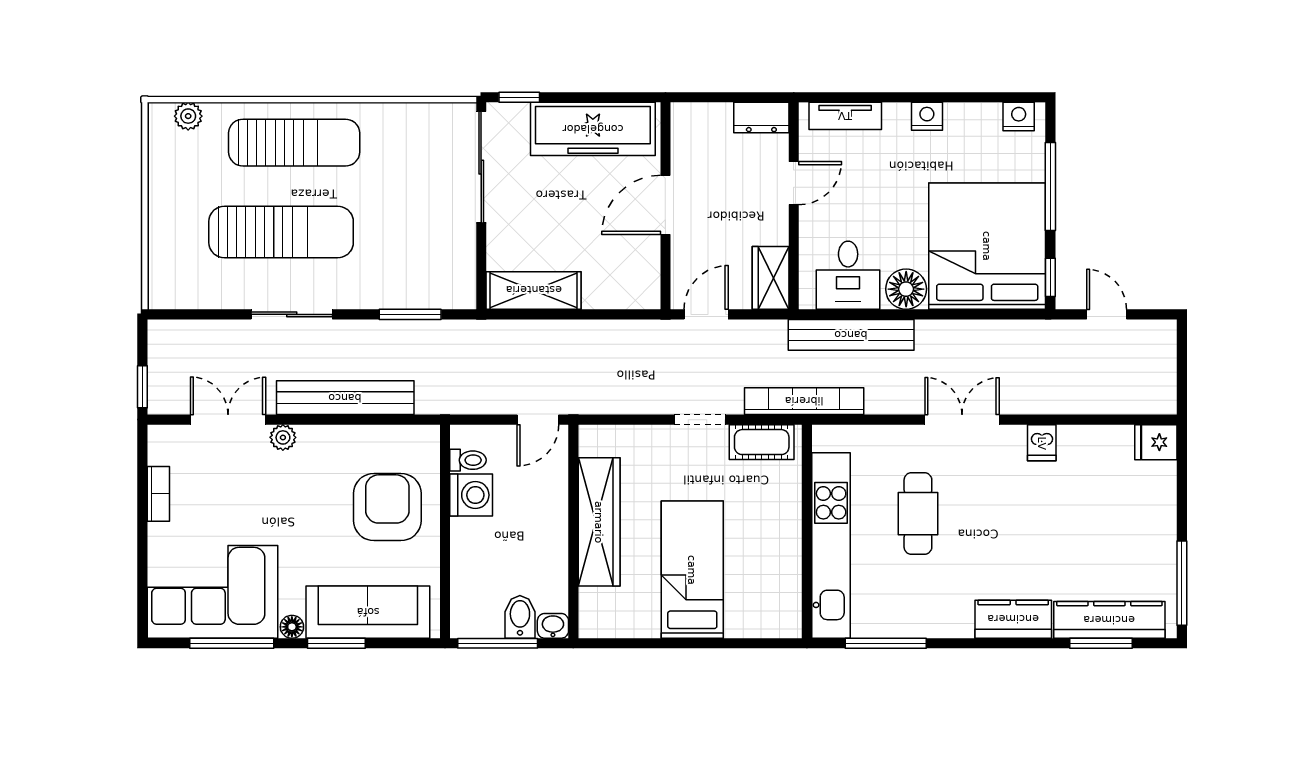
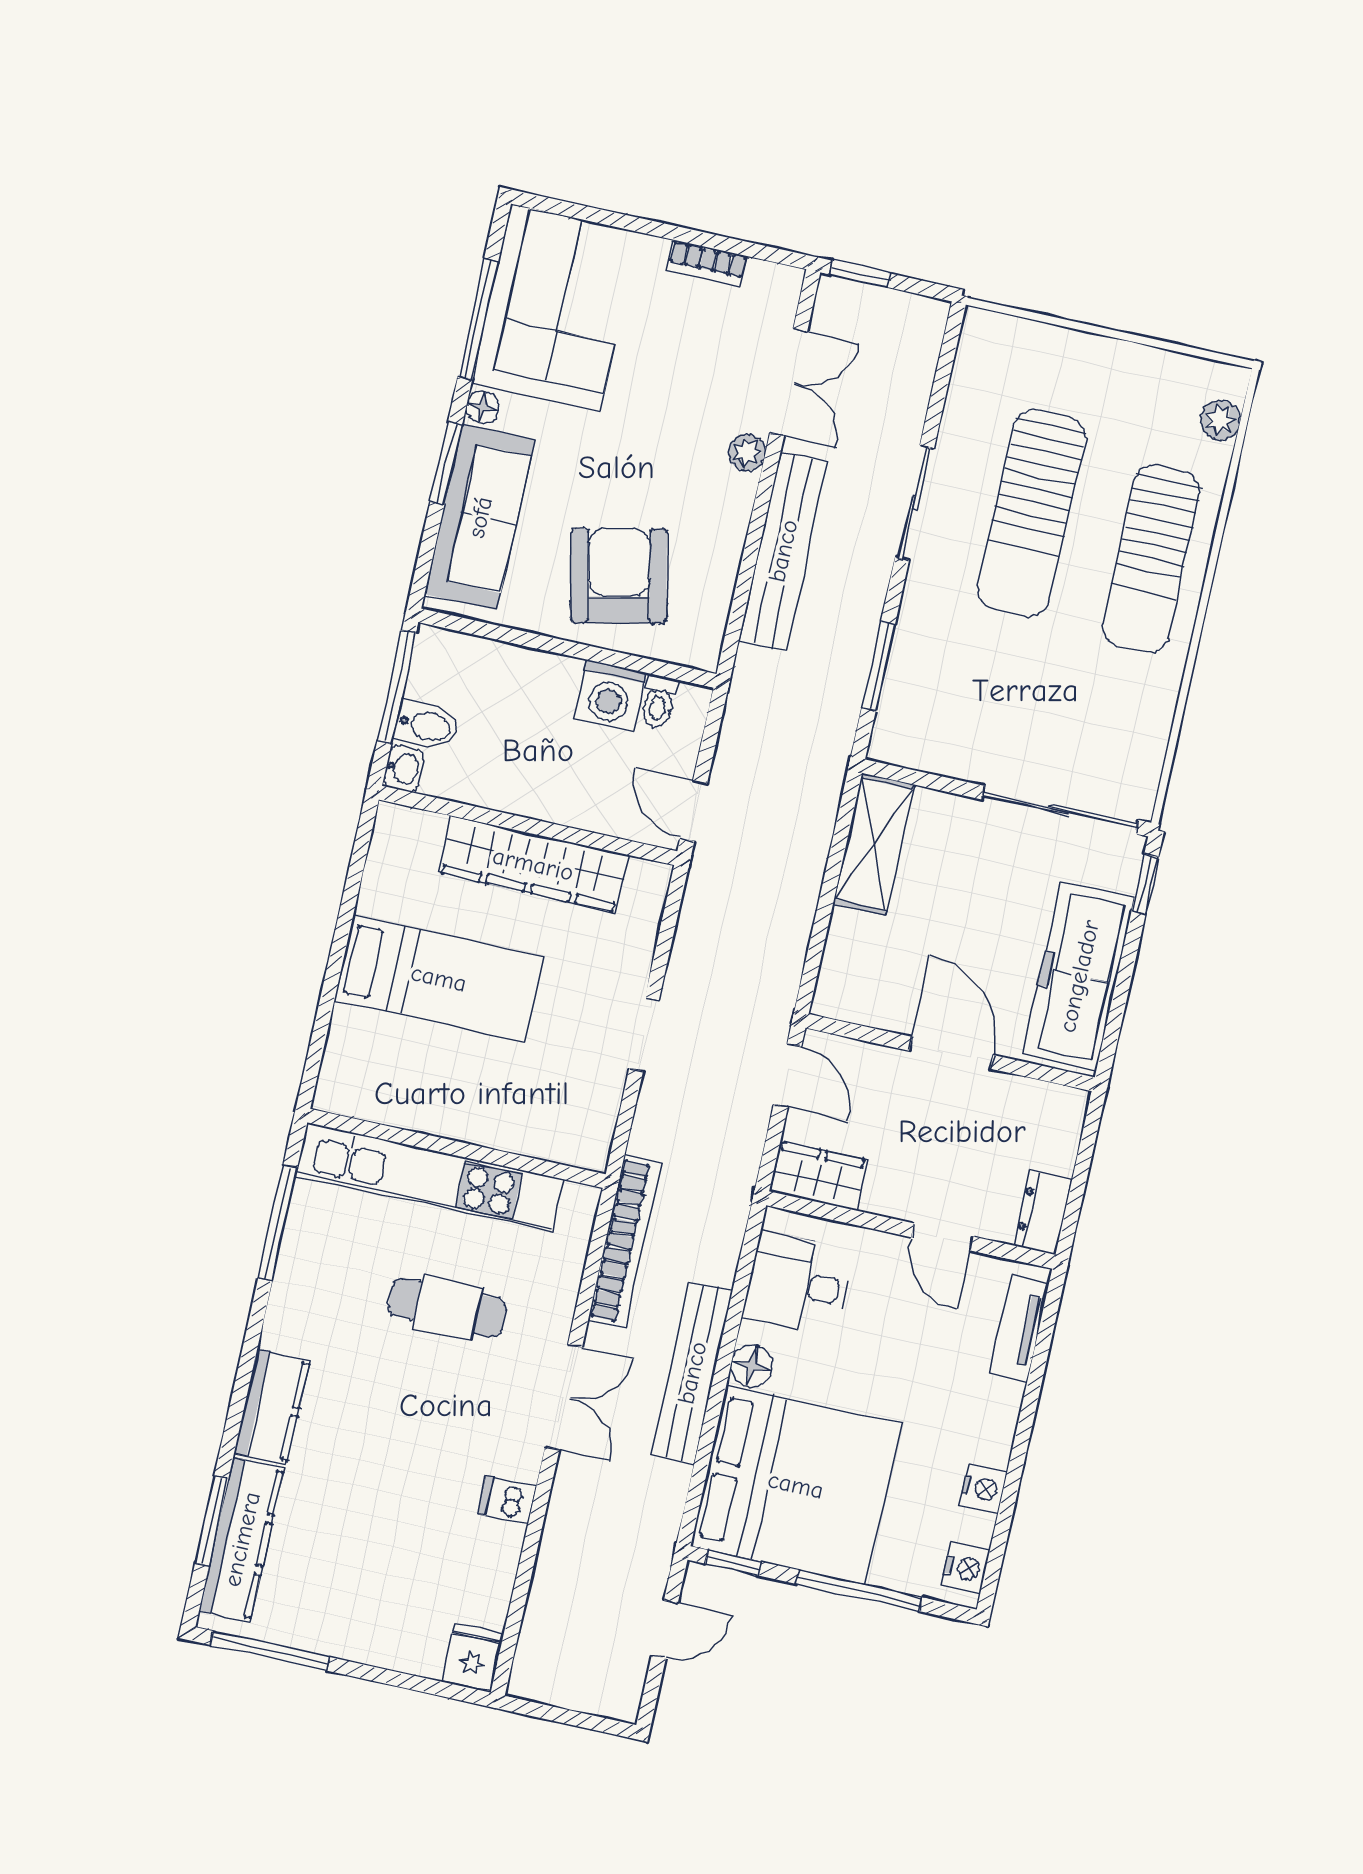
nightstand: (927, 116) -> (983, 1488), moved
floor lamp: (906, 289) -> (752, 1366), width x0.73, depth x0.73
bench: (851, 335) -> (692, 1373), moved
bookcase: (804, 401) -> (625, 1242), moved
cot: (762, 442) -> (594, 1113), removed
armchair: (387, 507) -> (619, 576), turned -102

